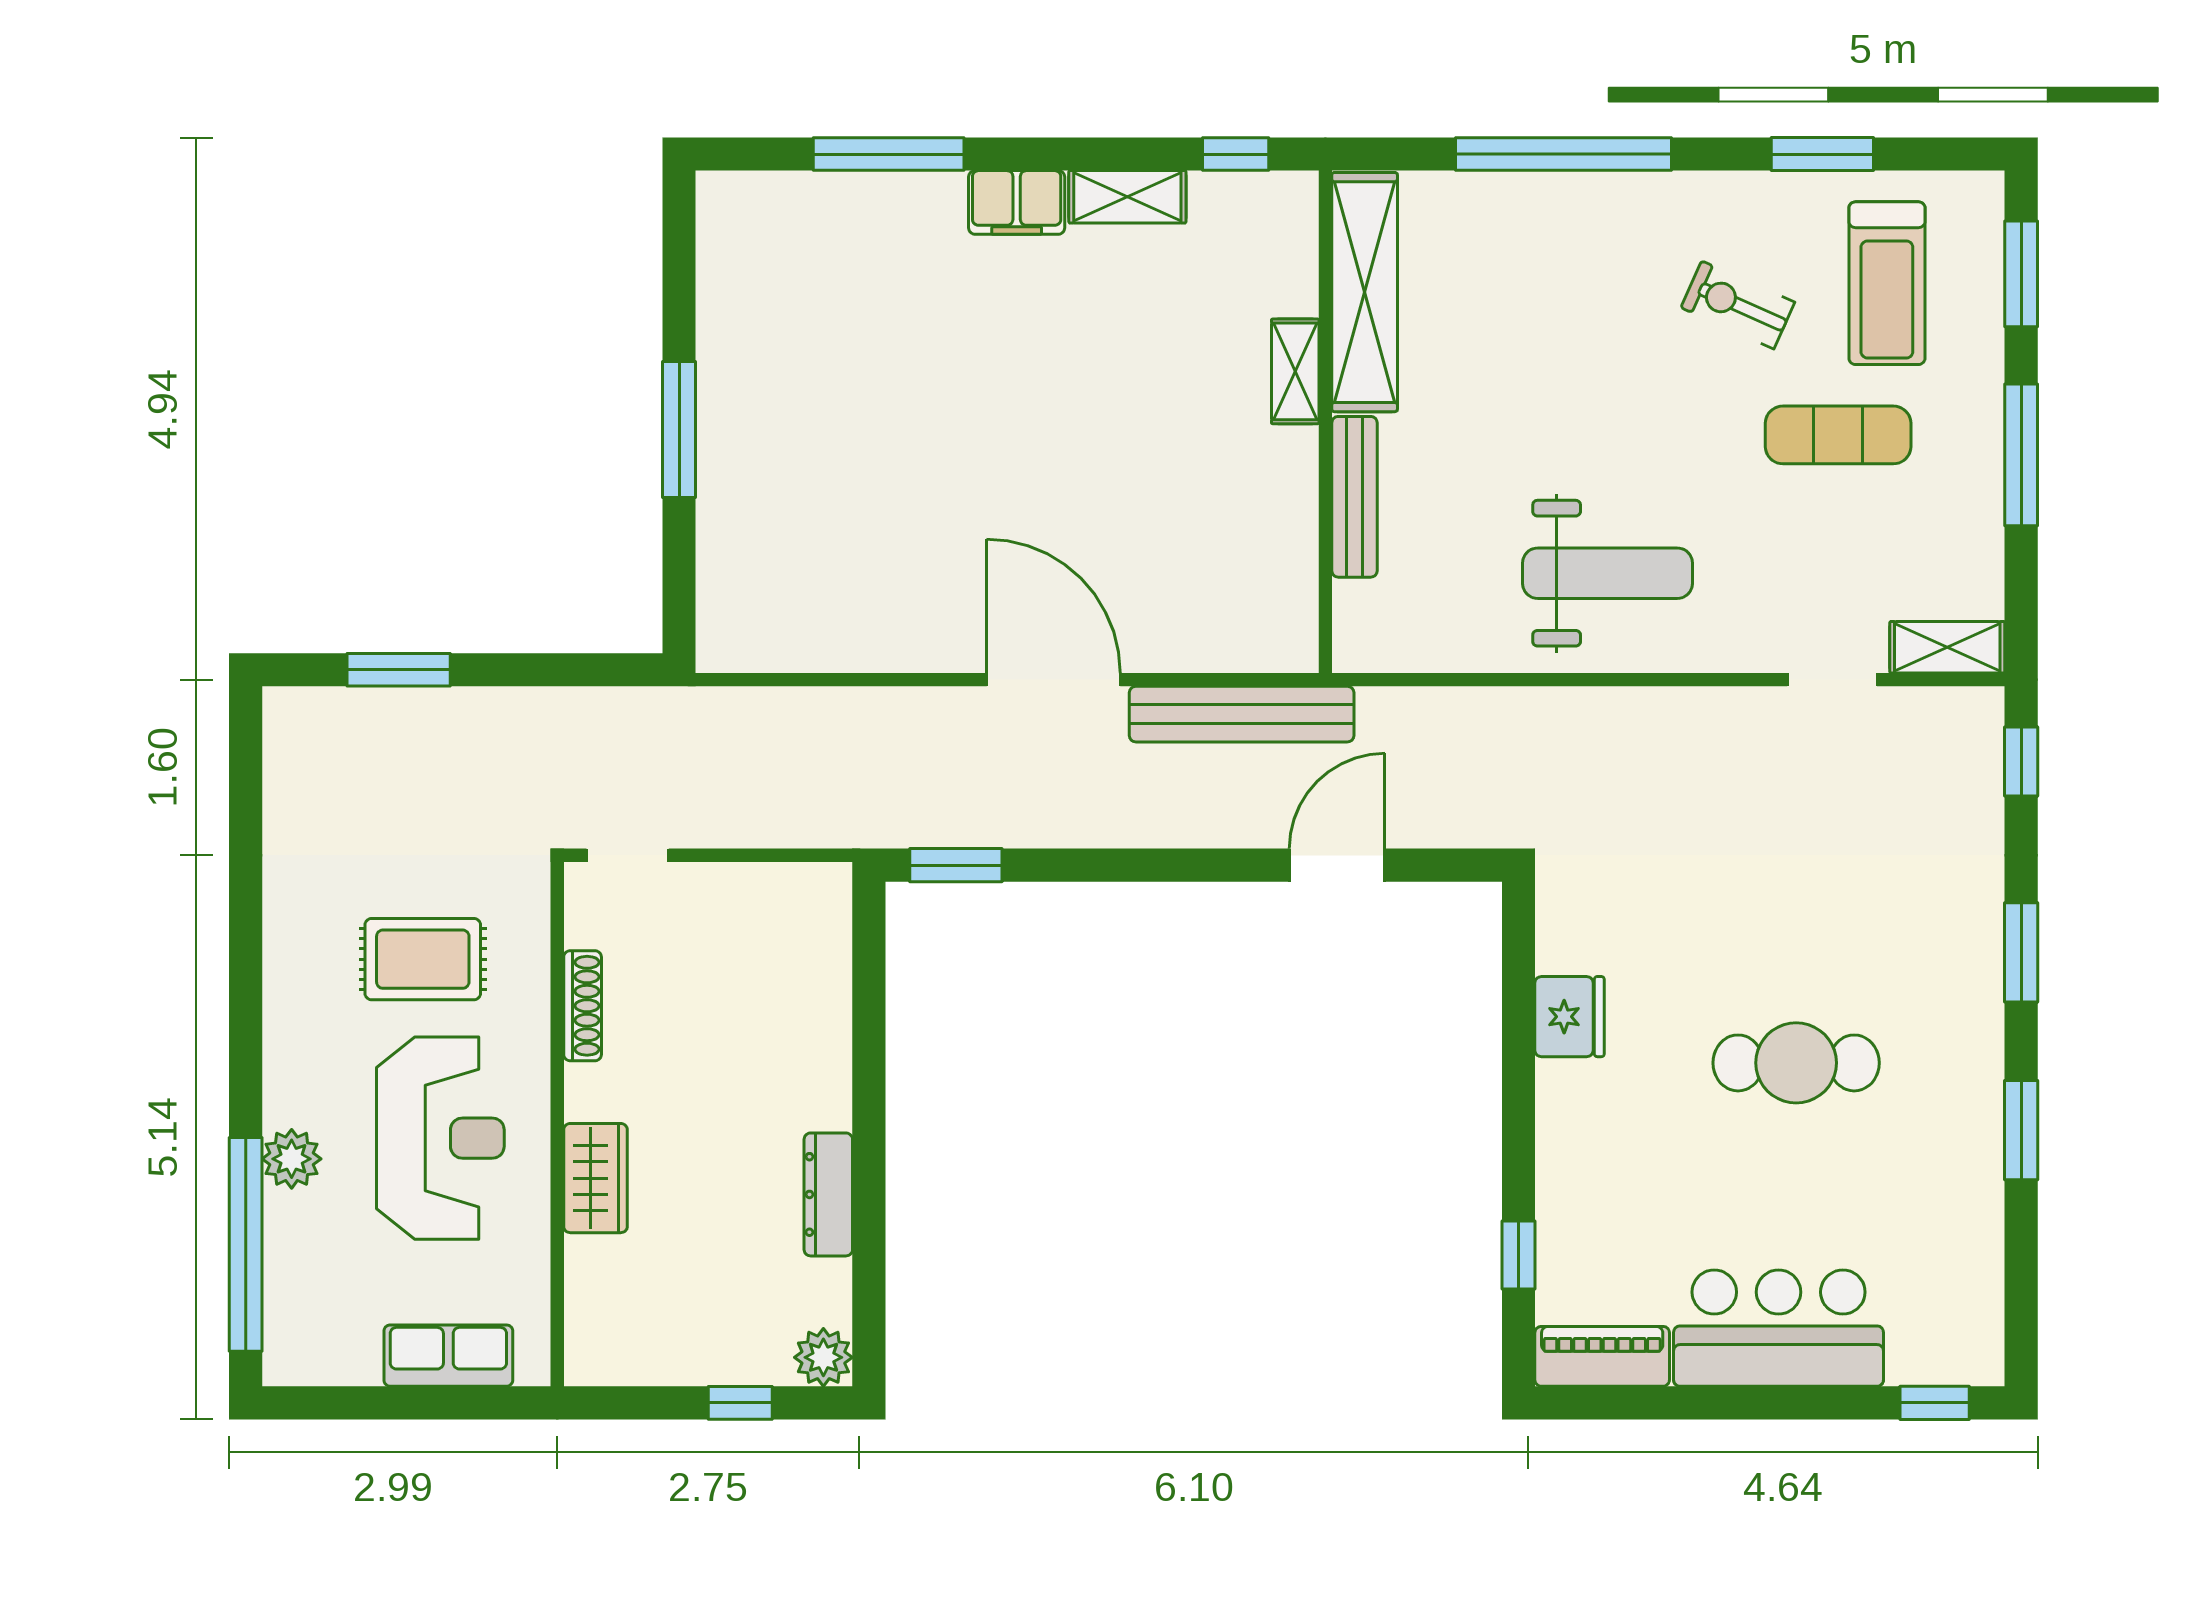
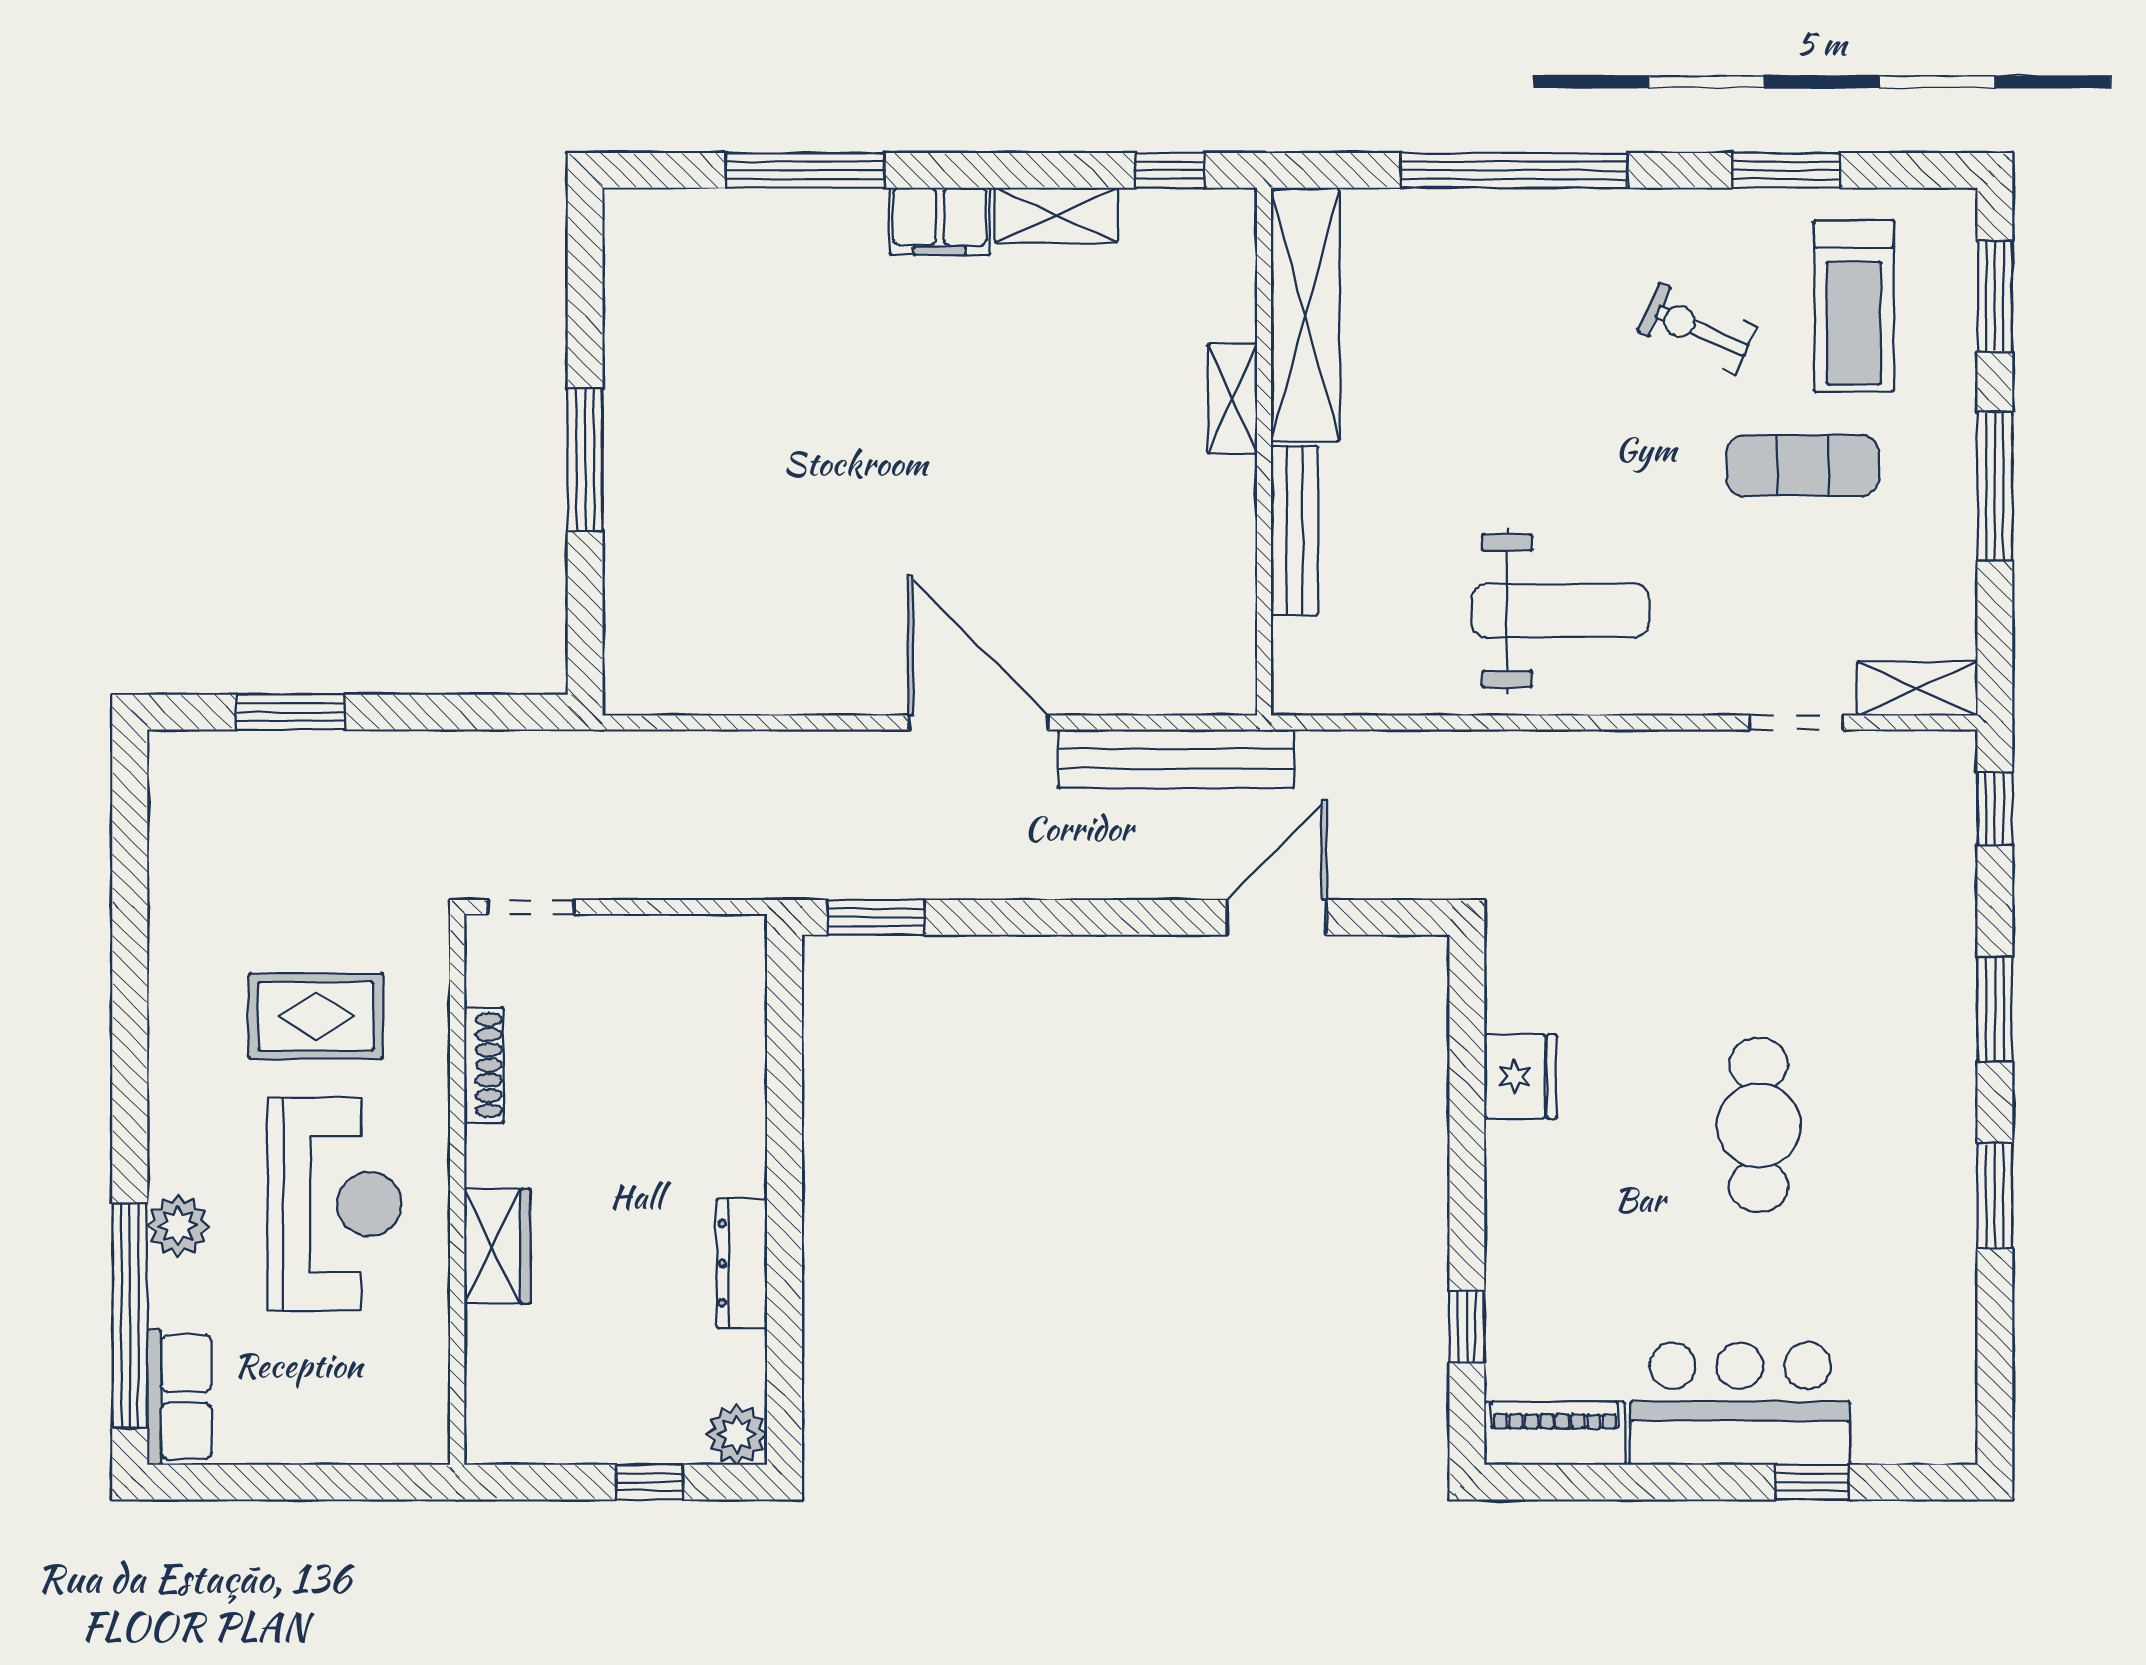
cafe table: (1796, 1063) -> (1759, 1125), turned 90
row of seats: (448, 1356) -> (179, 1397), moved, turned 90
window: (1935, 1403) -> (1812, 1482), moved

